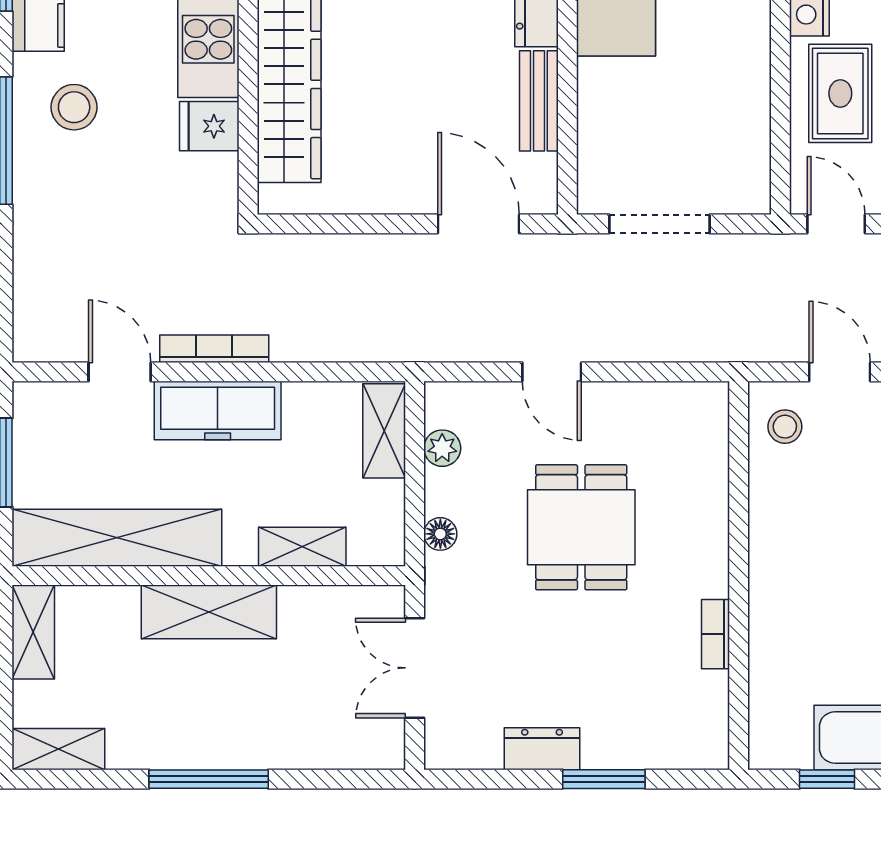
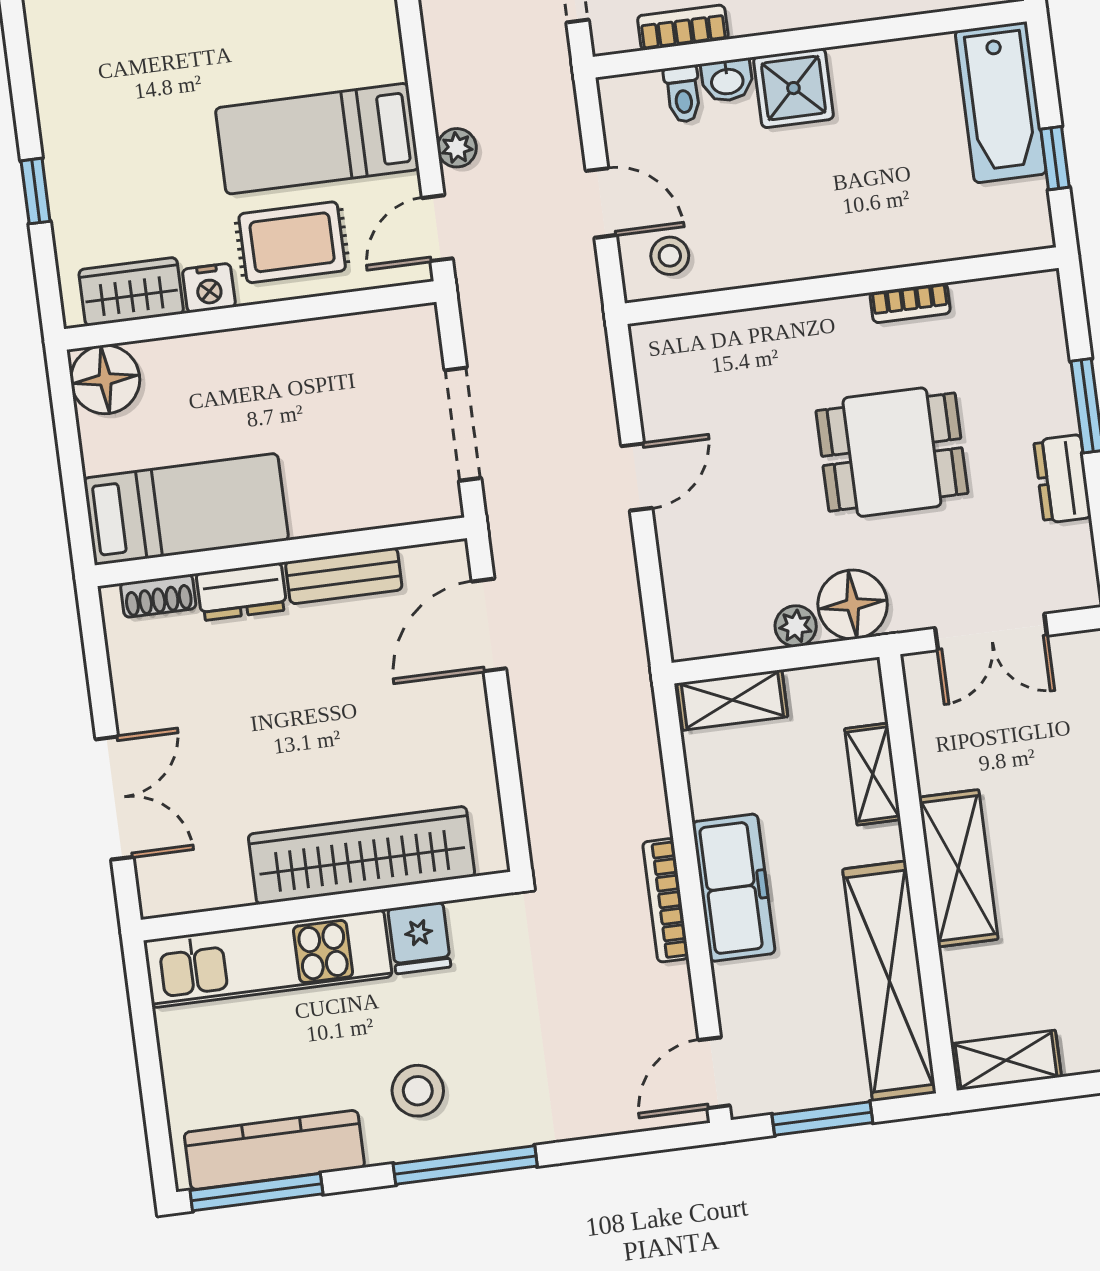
door: (120, 372) -> (714, 1073), moved
door: (552, 372) -> (637, 477), moved
door: (840, 372) -> (601, 203), swing flipped
plant: (442, 448) -> (796, 626), moved
dining table: (581, 527) -> (892, 452), moved
floor lamp: (440, 534) -> (853, 604), width x1.89, depth x1.89

